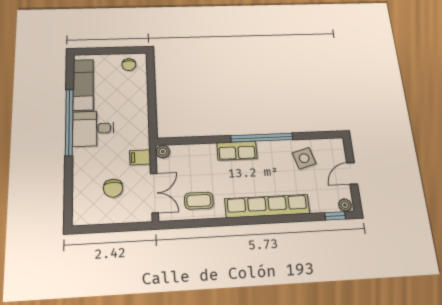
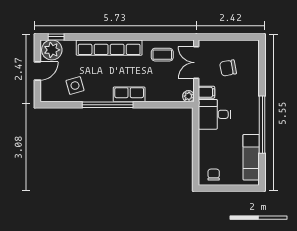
desk: (93, 128) -> (215, 114), moved, turned 180
chair: (113, 188) -> (228, 68), turned -100
plant: (345, 205) -> (52, 50), width x1.88, depth x1.88

